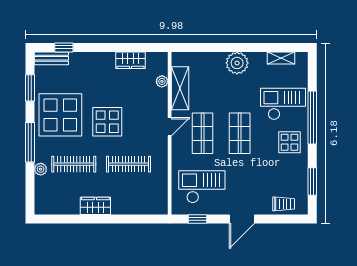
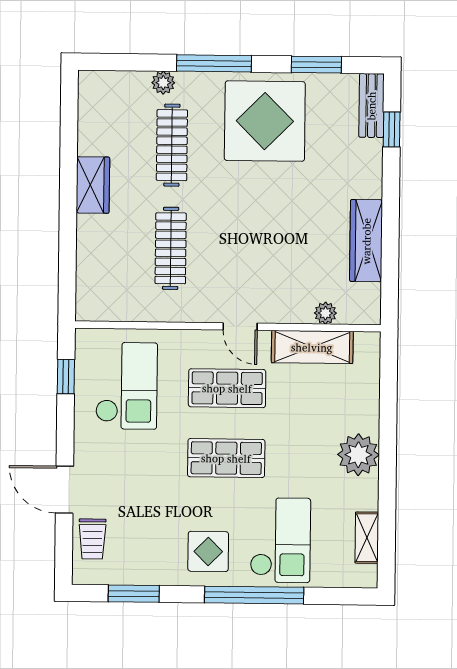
wardrobe: (130, 60) -> (366, 241), width x1.50
display table: (107, 122) -> (251, 209), removed
door: (242, 219) -> (65, 490), moved

